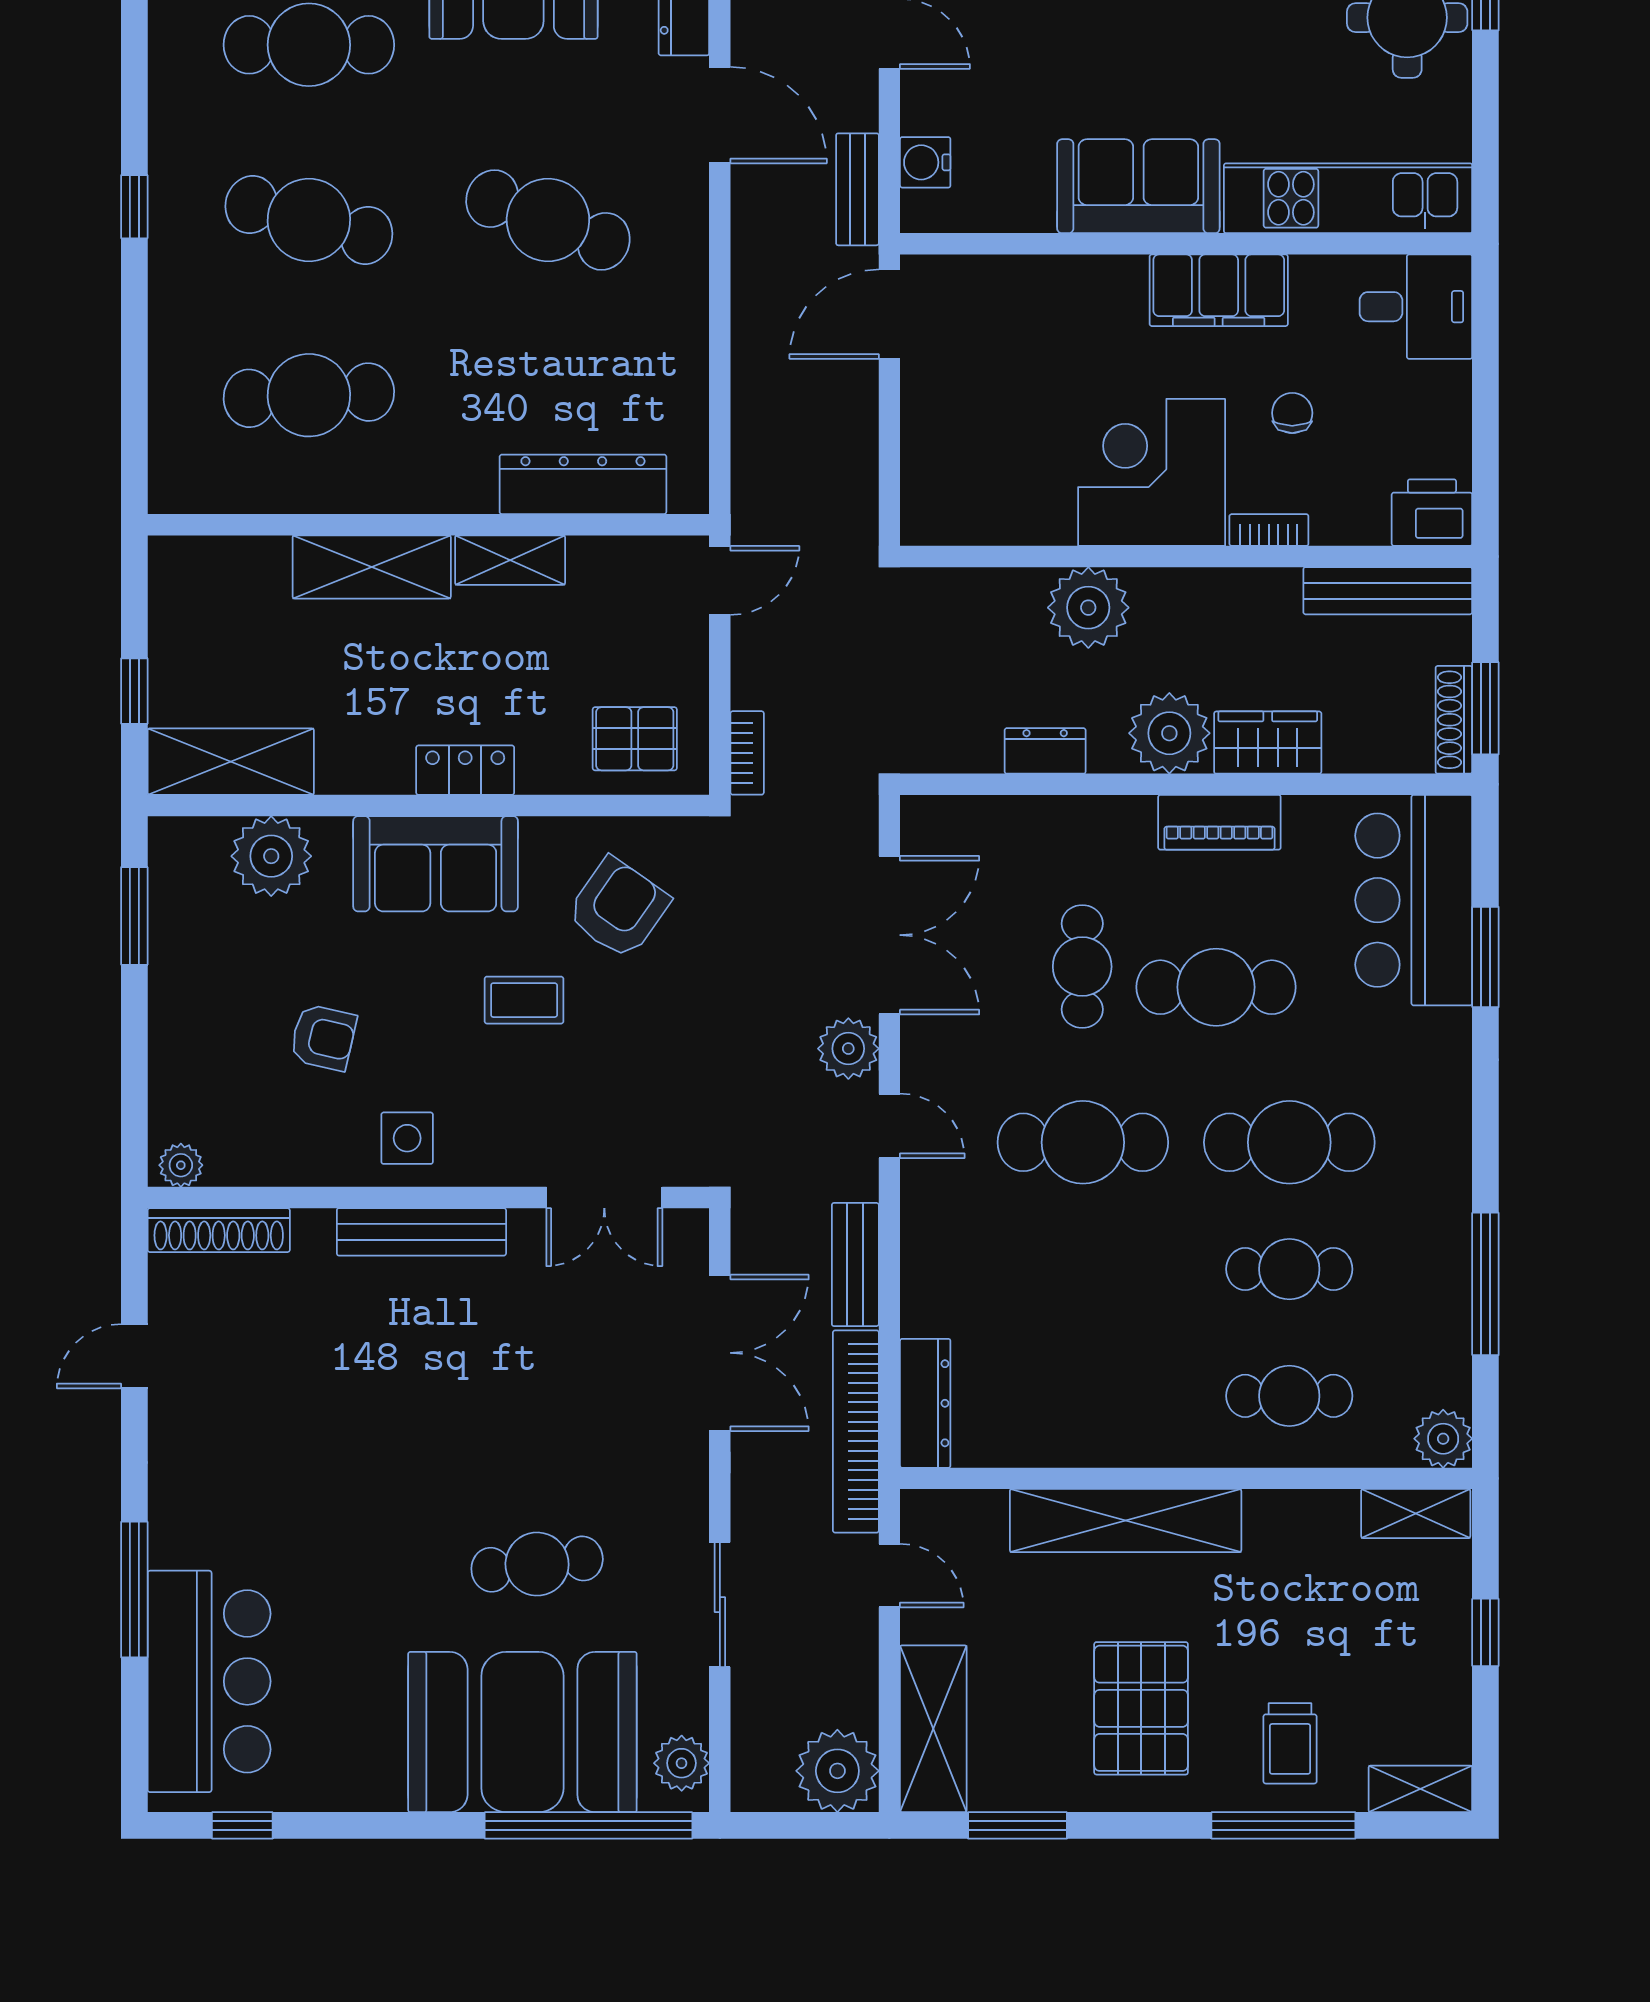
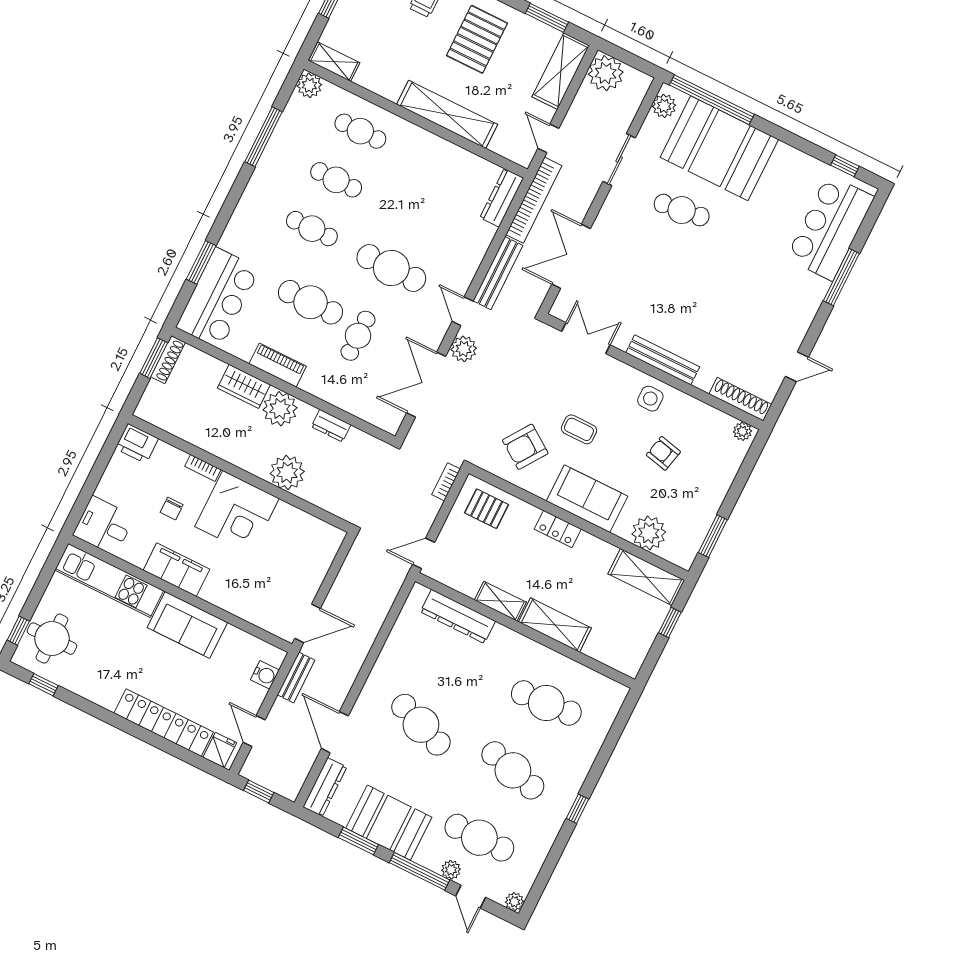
bench: (1388, 591) -> (169, 422), removed
cafe table: (1289, 1142) -> (312, 229), width x0.73, depth x0.74
bench: (855, 1265) -> (498, 273), width x1.36

